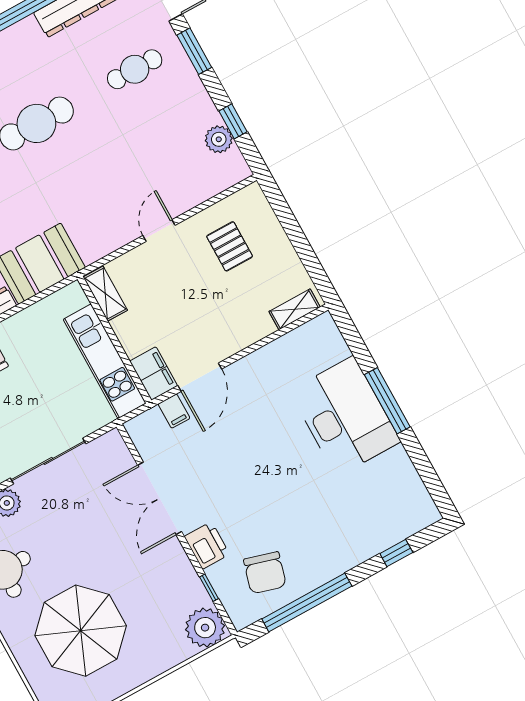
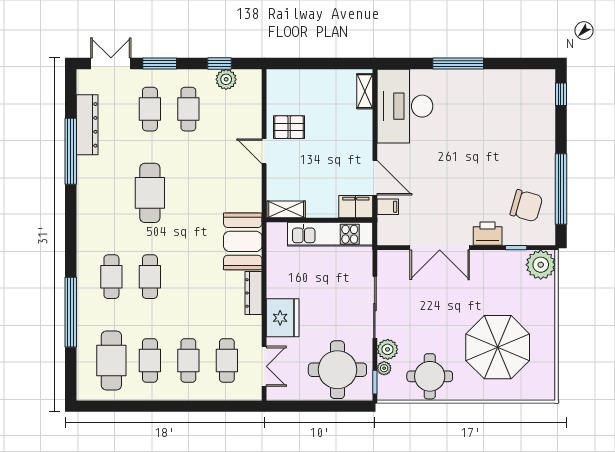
cafe table: (160, 114) -> (188, 109), added
pallet: (230, 246) -> (289, 127), moved
desk: (345, 416) -> (405, 106), moved, turned -90
window: (396, 553) -> (561, 94), moved

